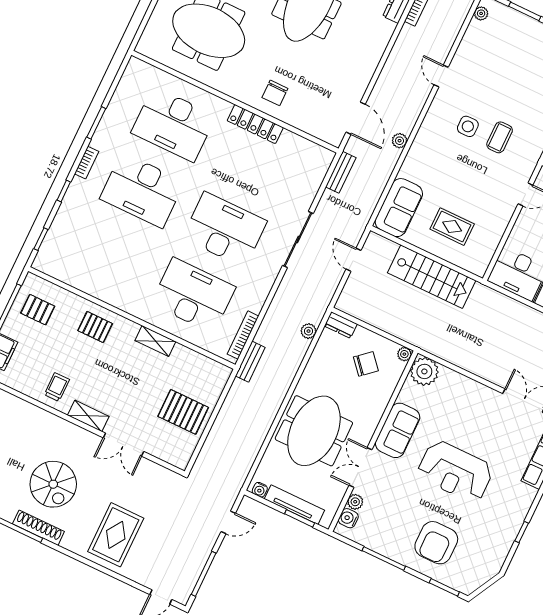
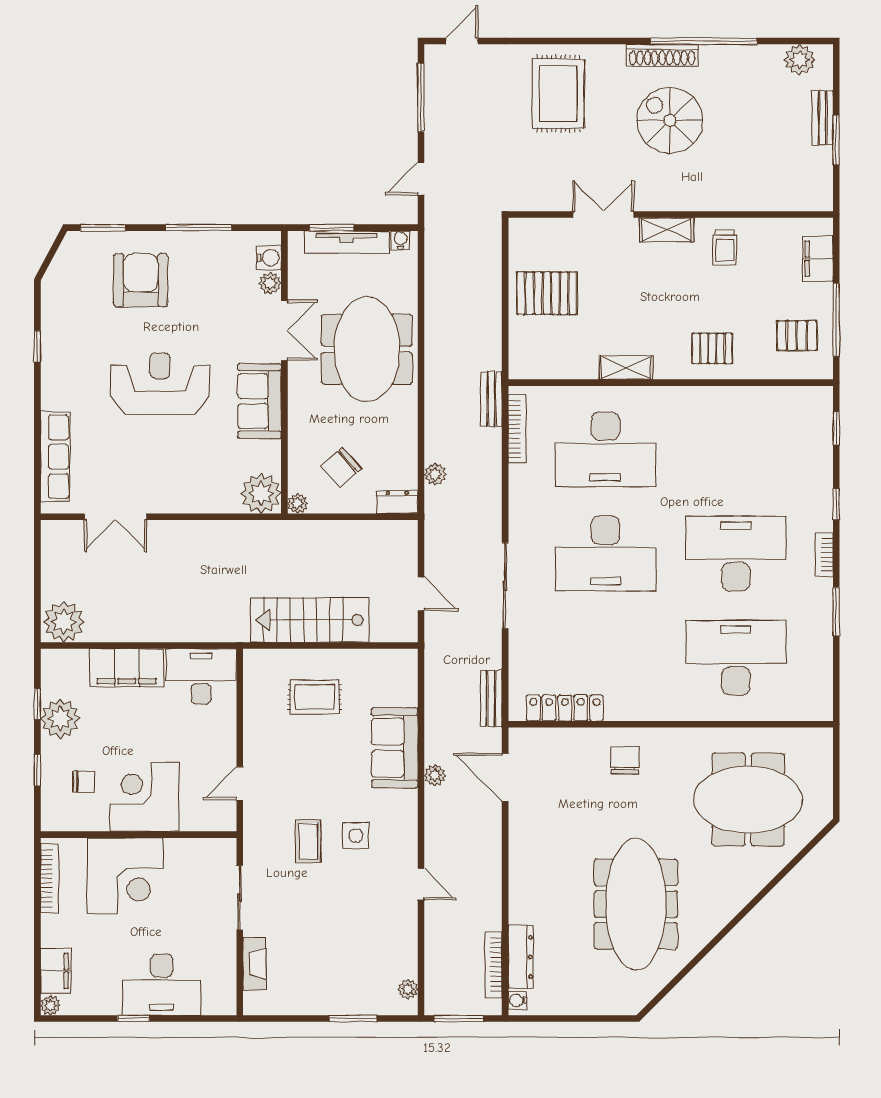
locker: (255, 124) -> (565, 708), moved
sofa: (399, 208) -> (395, 748), moved

